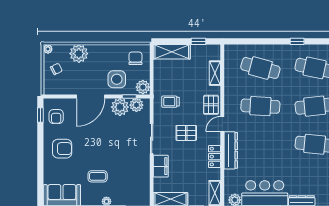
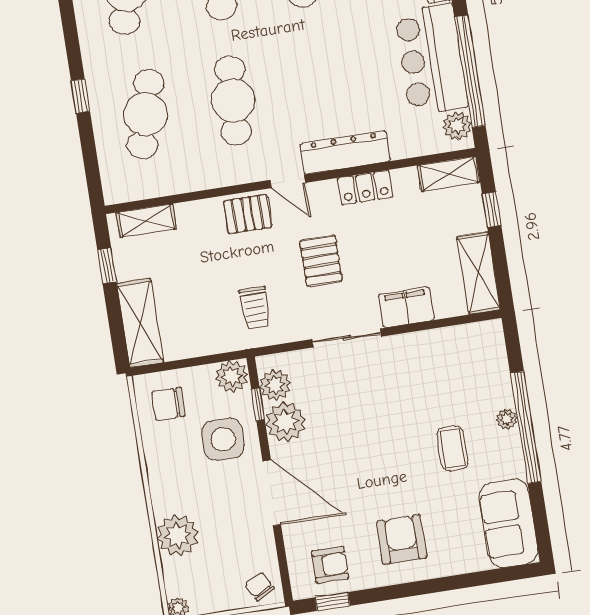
window: (297, 41) -> (80, 96), moved
chair: (56, 69) -> (260, 586), moved
shelving: (215, 73) -> (146, 221), moved

